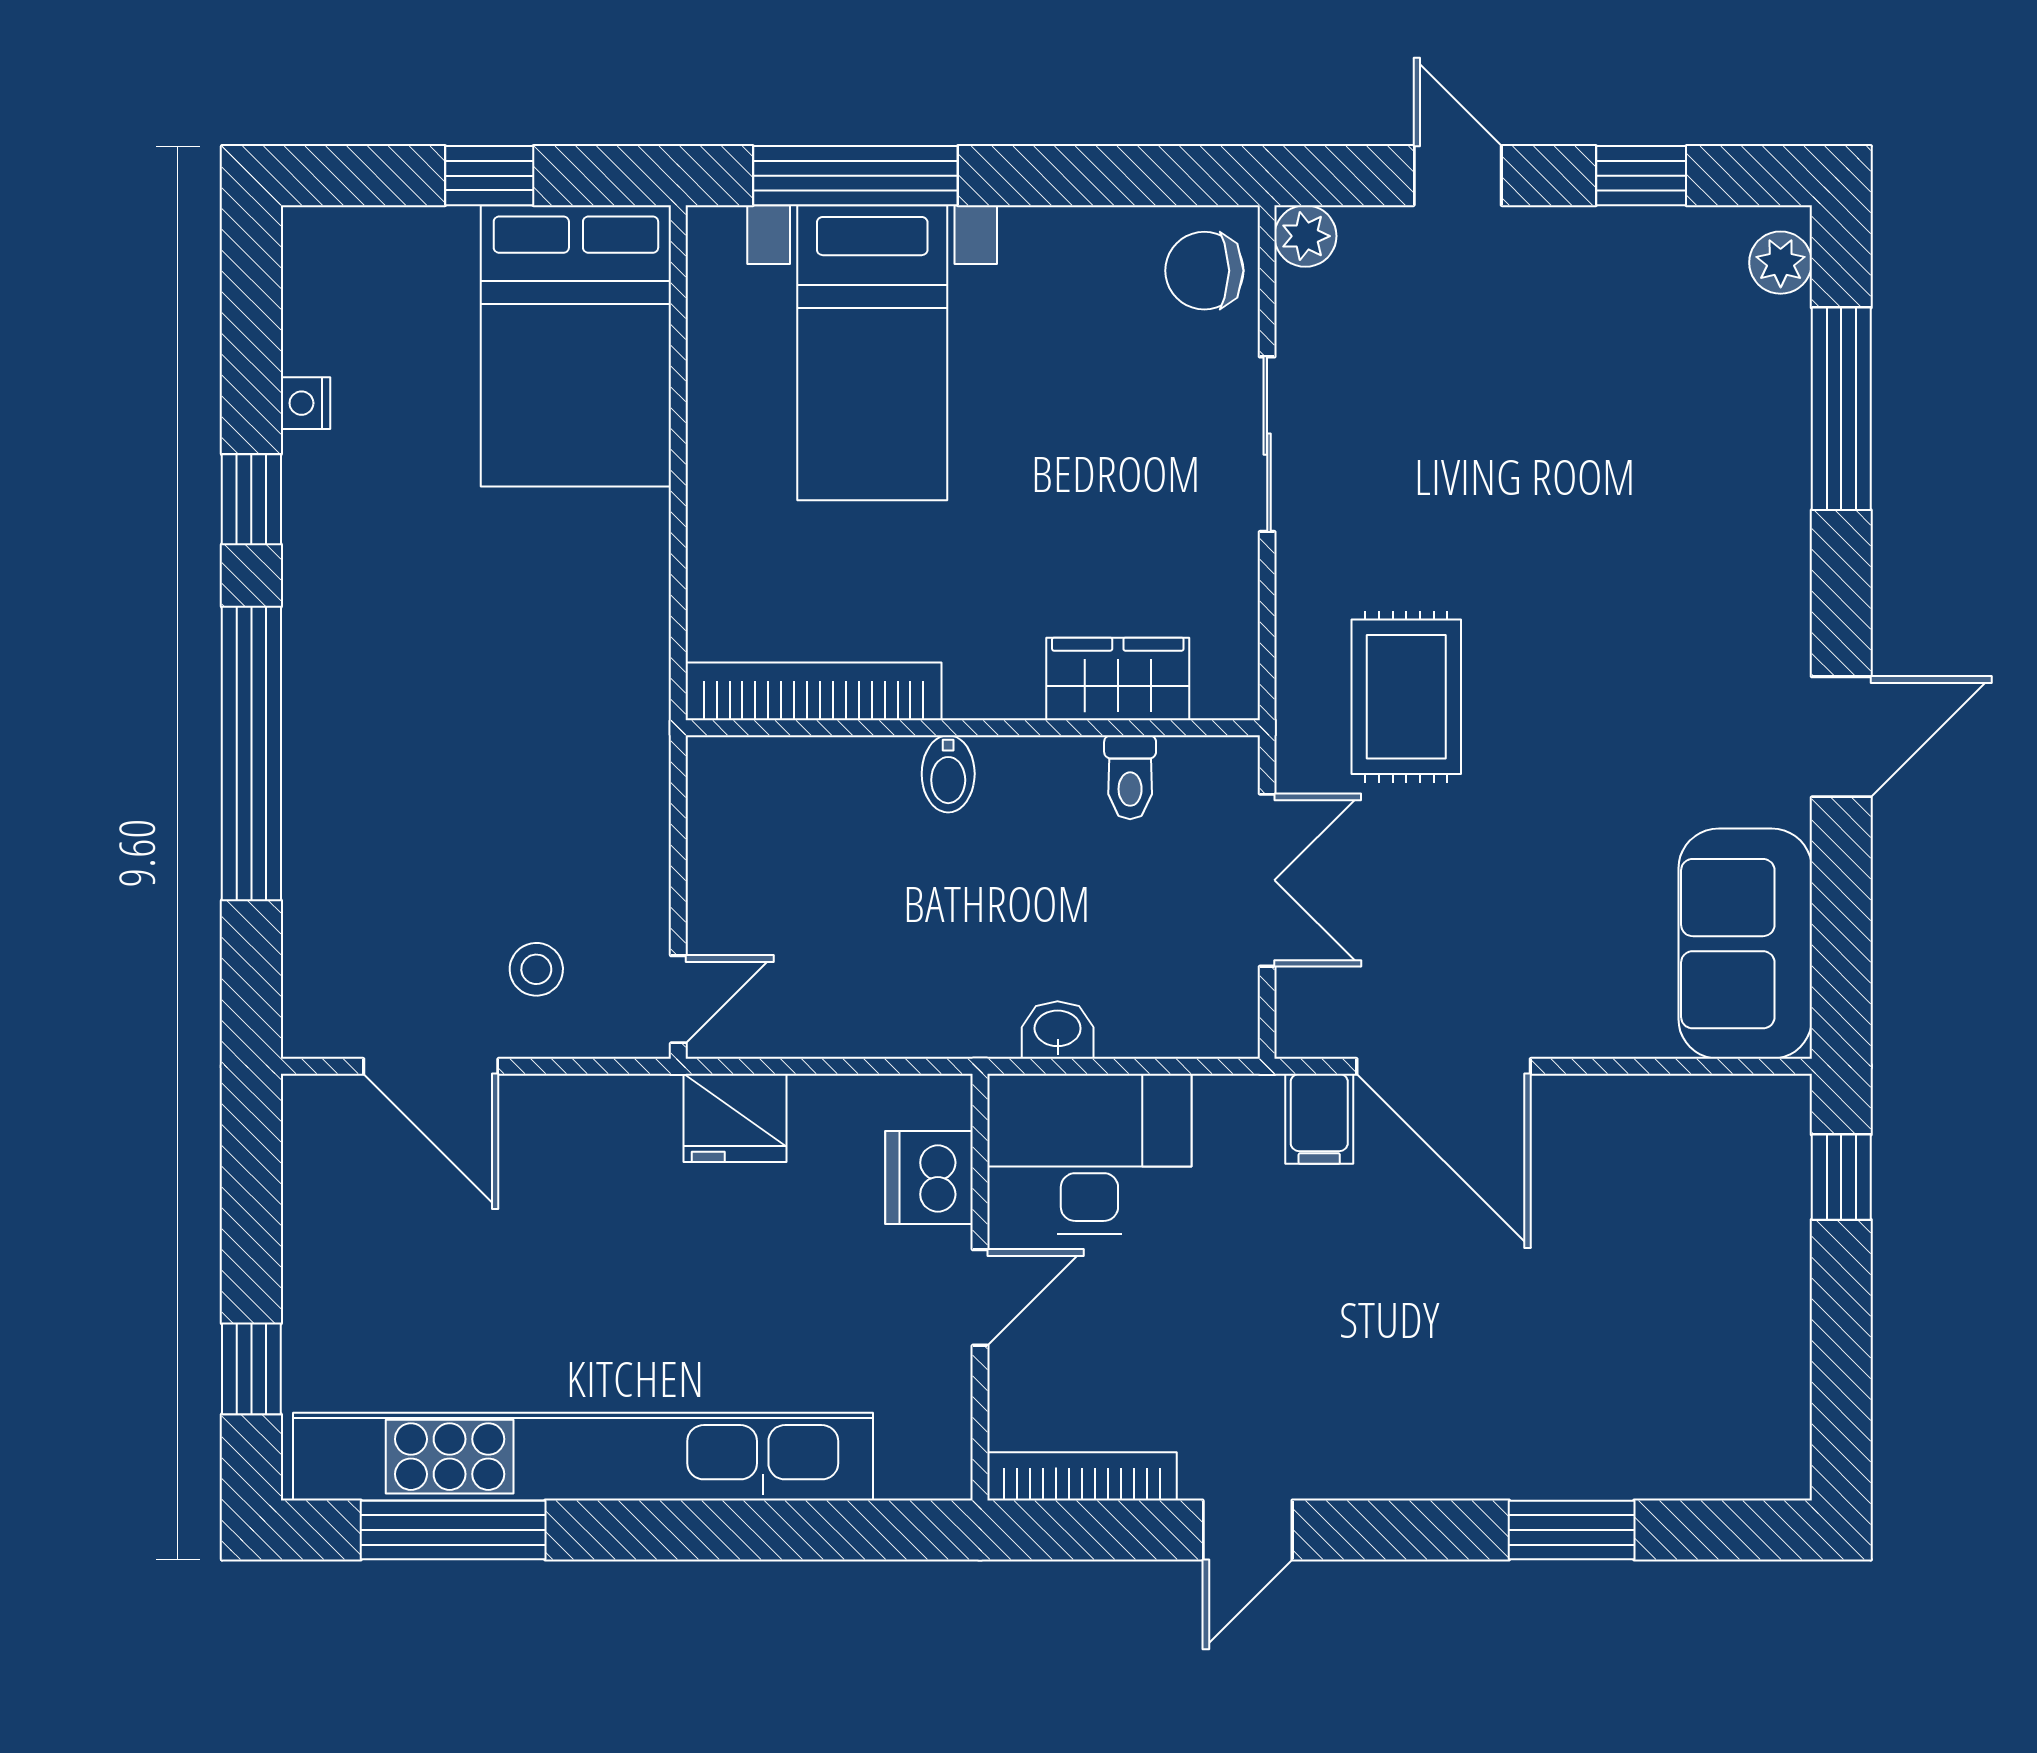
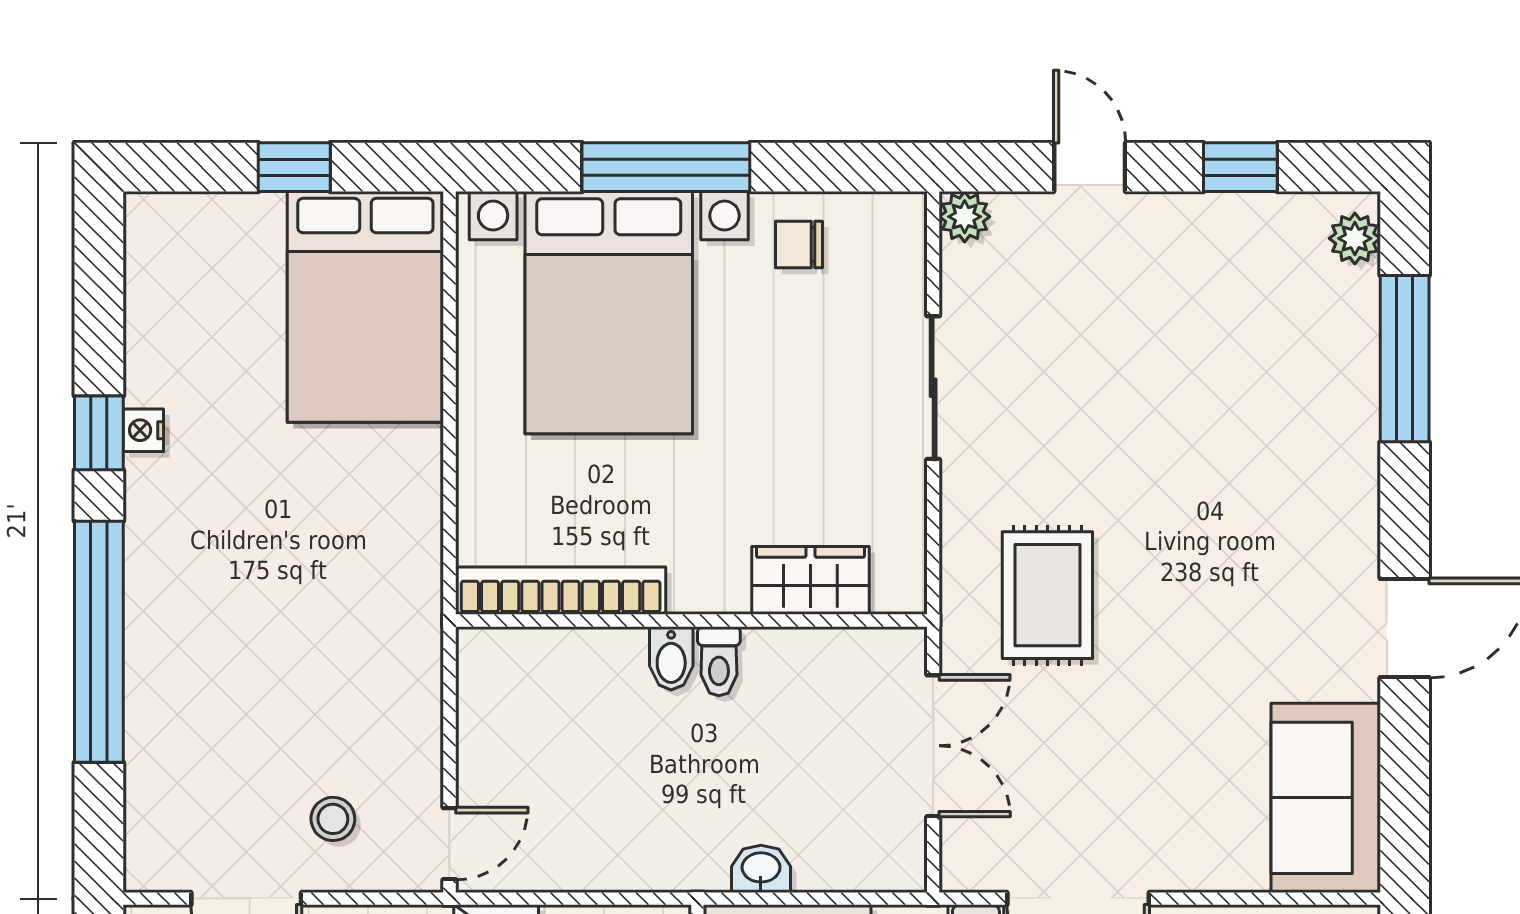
window: (855, 176) -> (666, 167), moved
chair: (1204, 271) -> (799, 245), moved, width x0.73, depth x0.73
bed with nightstands: (872, 353) -> (609, 313), width x1.36
nightstand: (305, 403) -> (143, 430), moved
toilet: (1130, 777) -> (719, 661), moved

